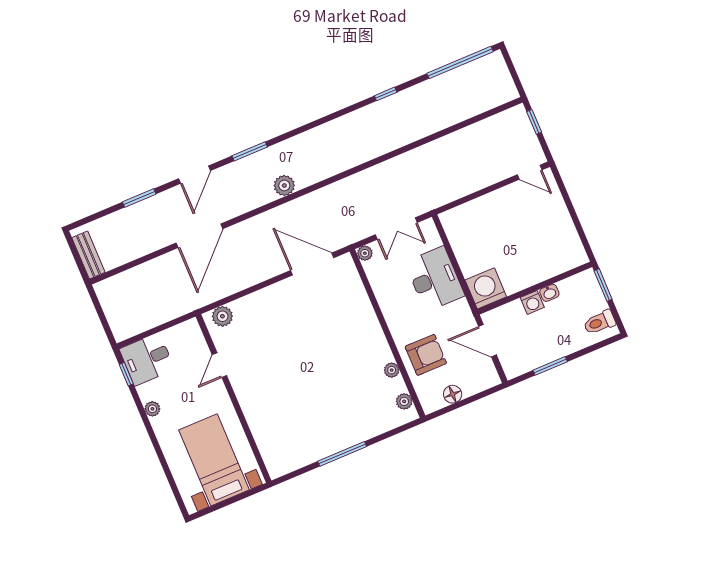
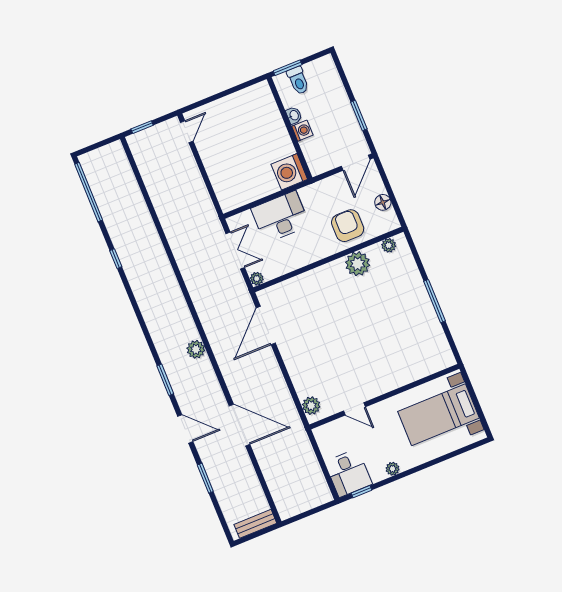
toilet: (599, 322) -> (298, 80), moved
door: (487, 341) -> (356, 163), moved
plant: (392, 370) -> (358, 264), width x1.88, depth x1.88

